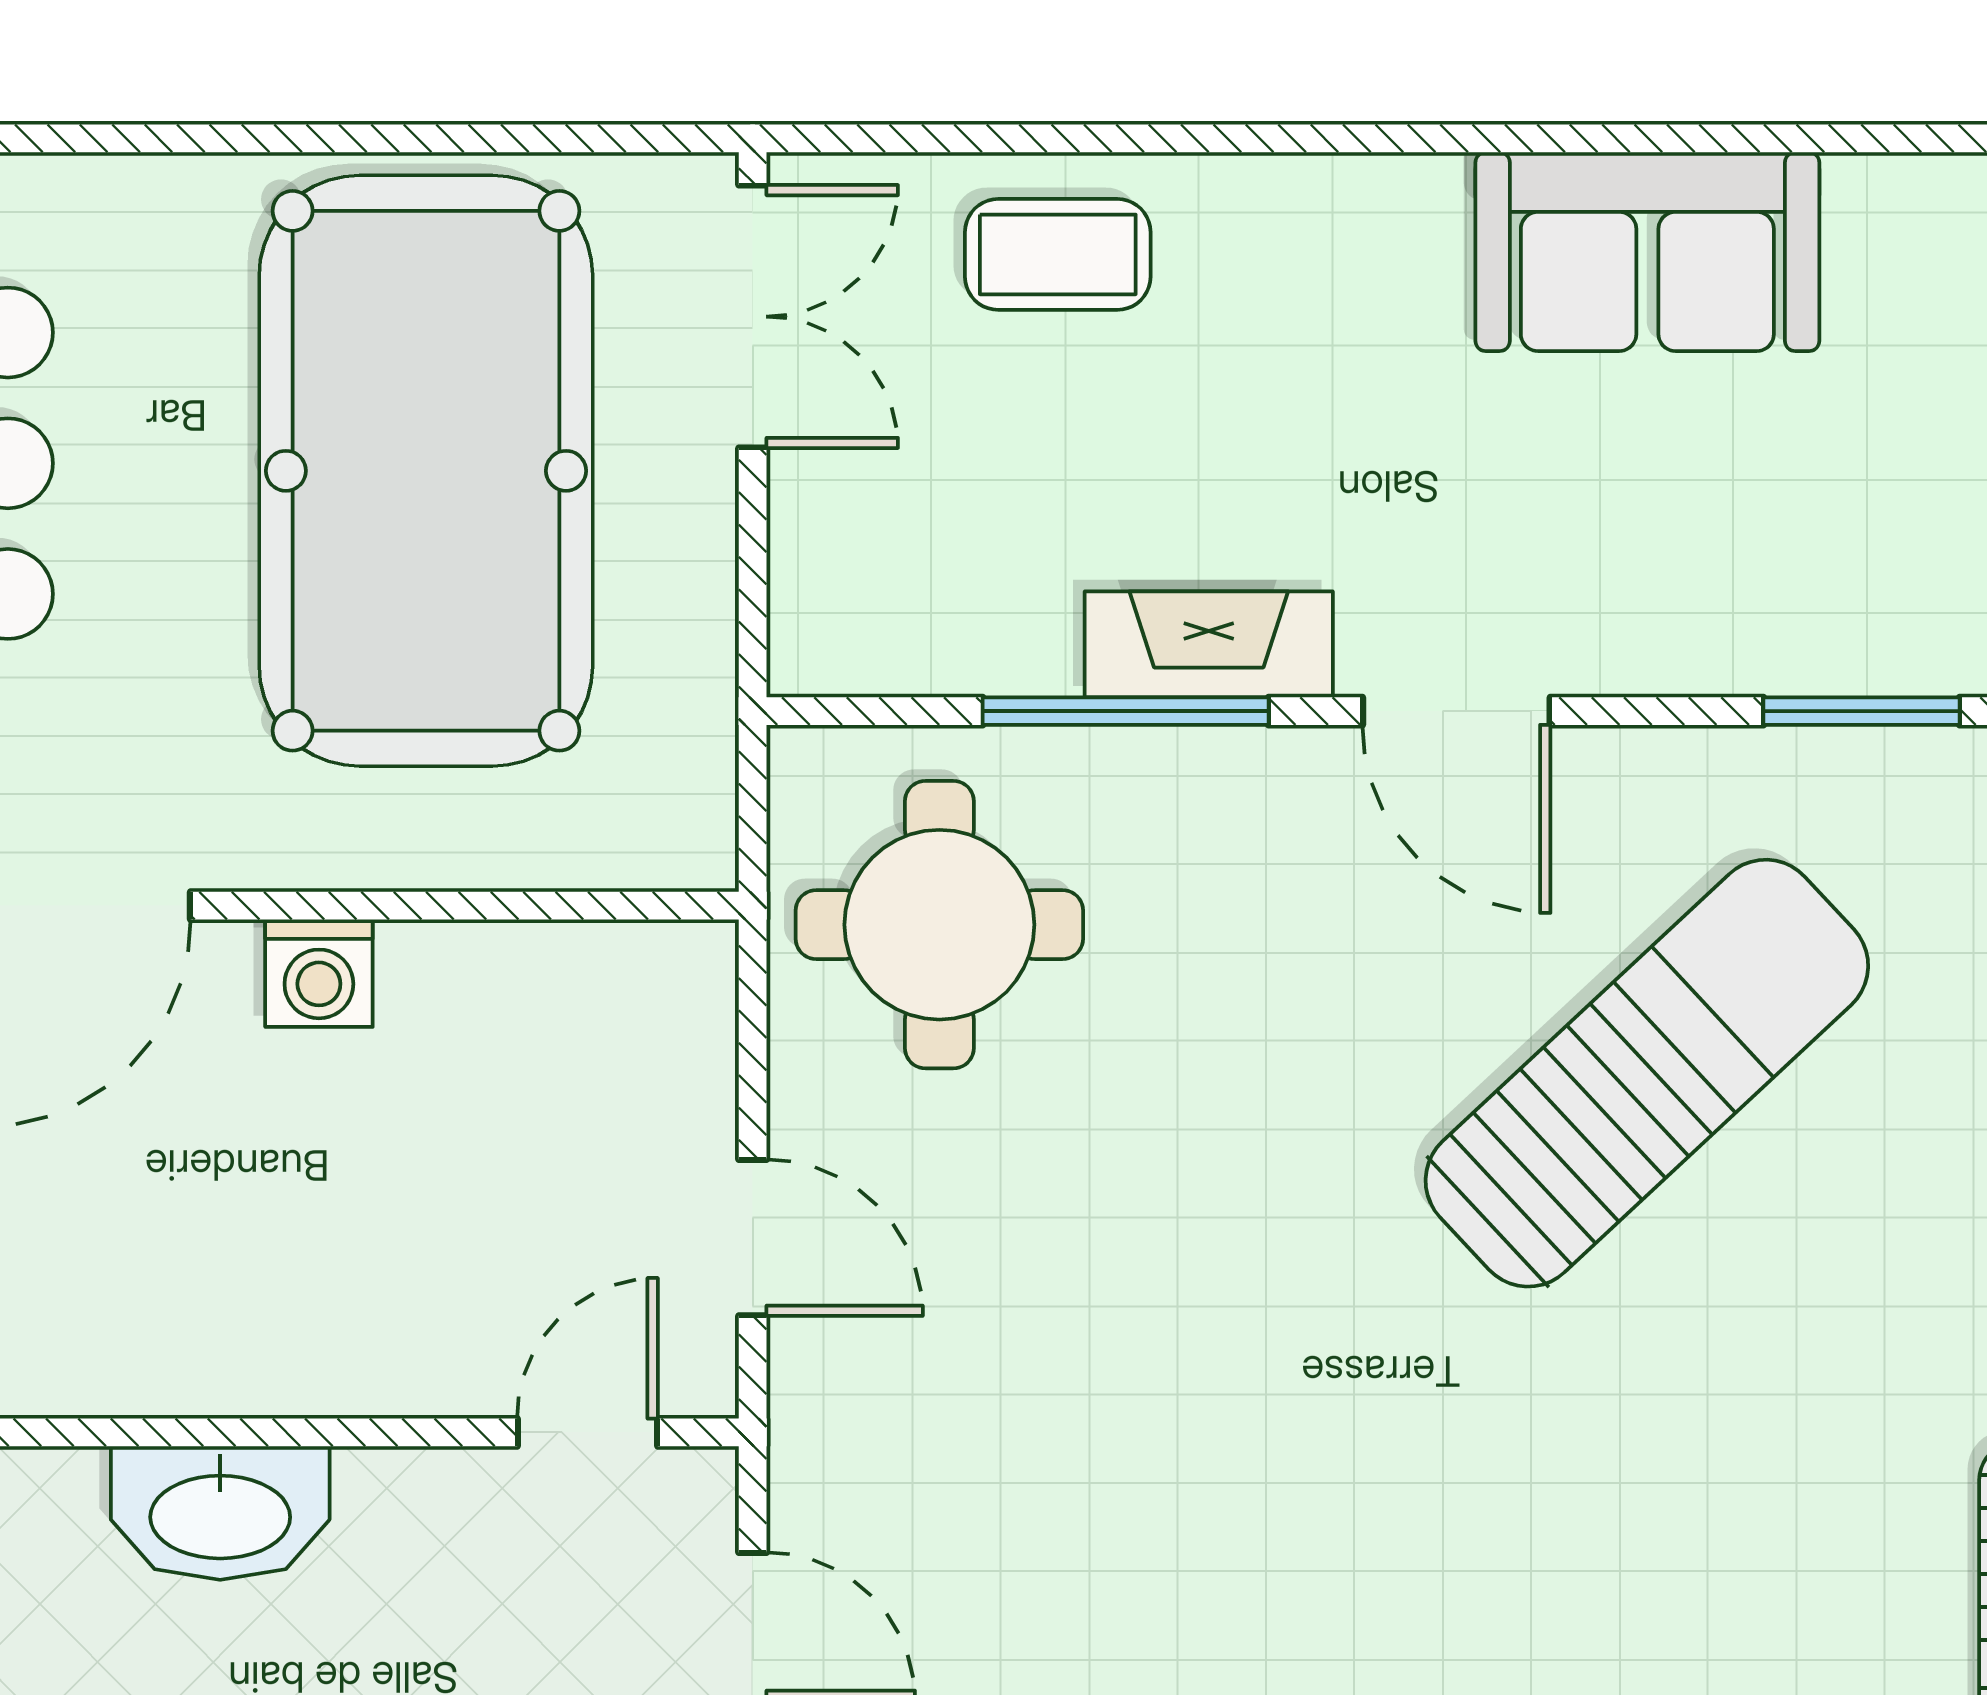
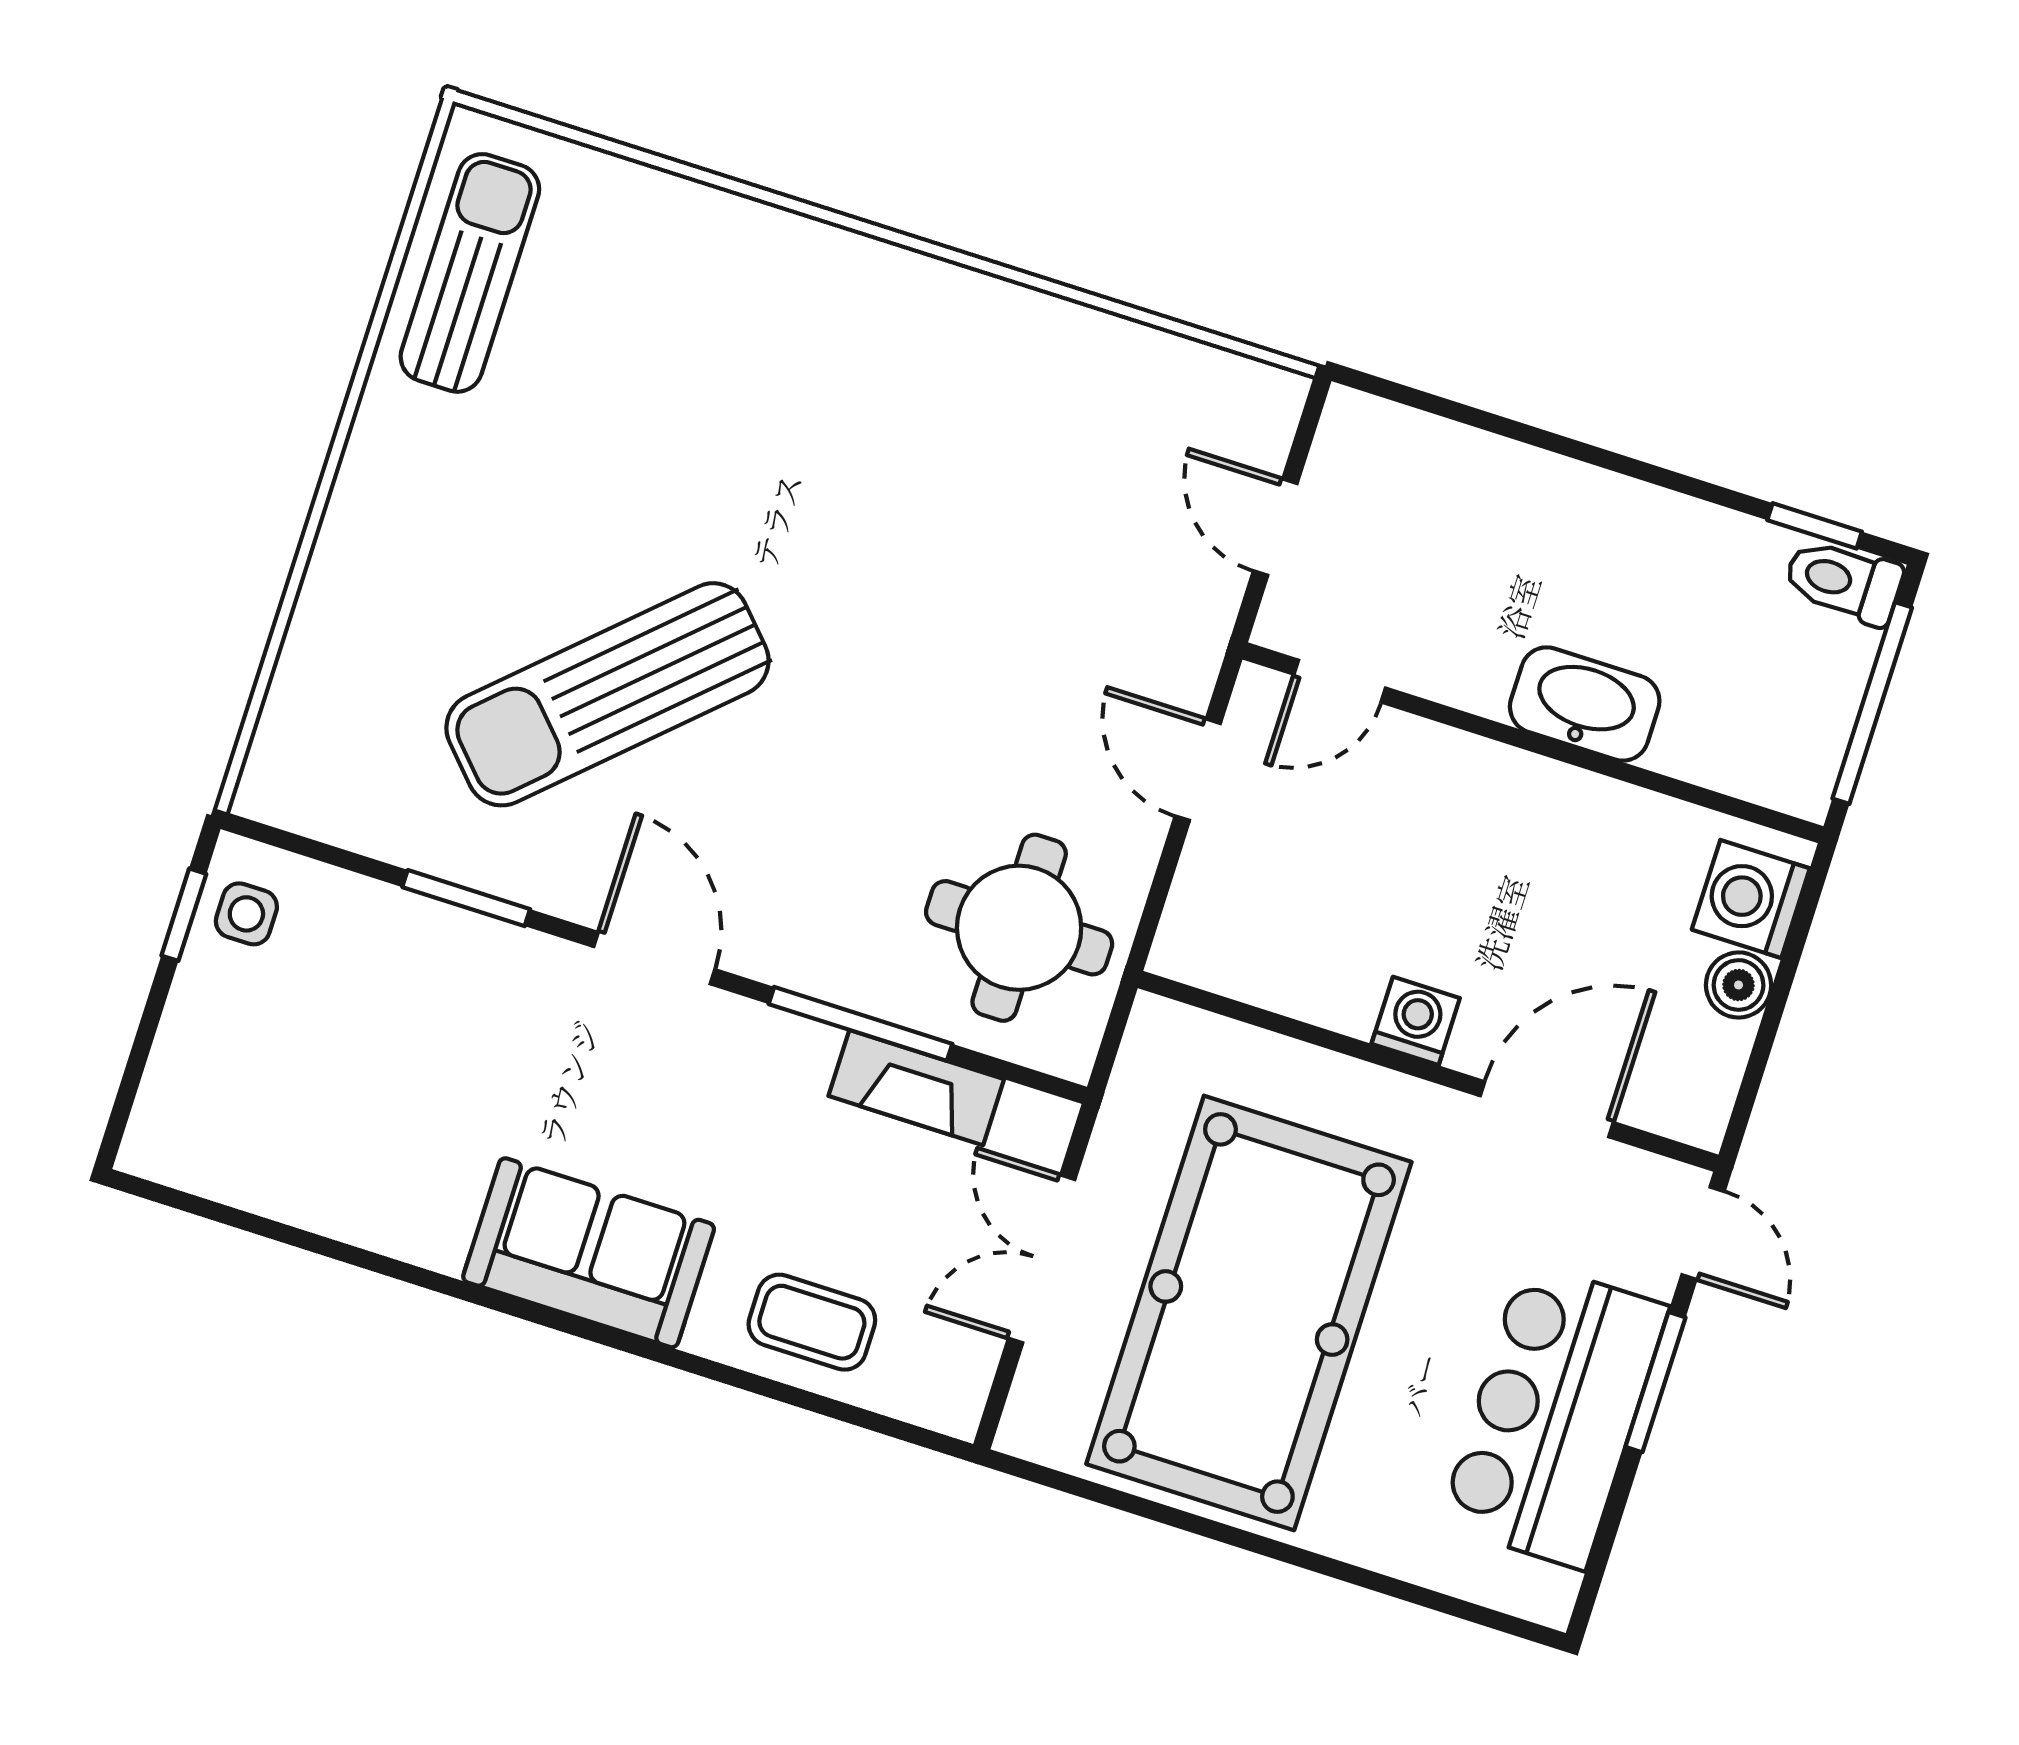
sofa: (1647, 252) -> (589, 1253), moved
double door: (753, 317) -> (1042, 1259), moved
fireplace: (1209, 644) -> (916, 1088), moved
window: (1861, 711) -> (466, 898), moved

